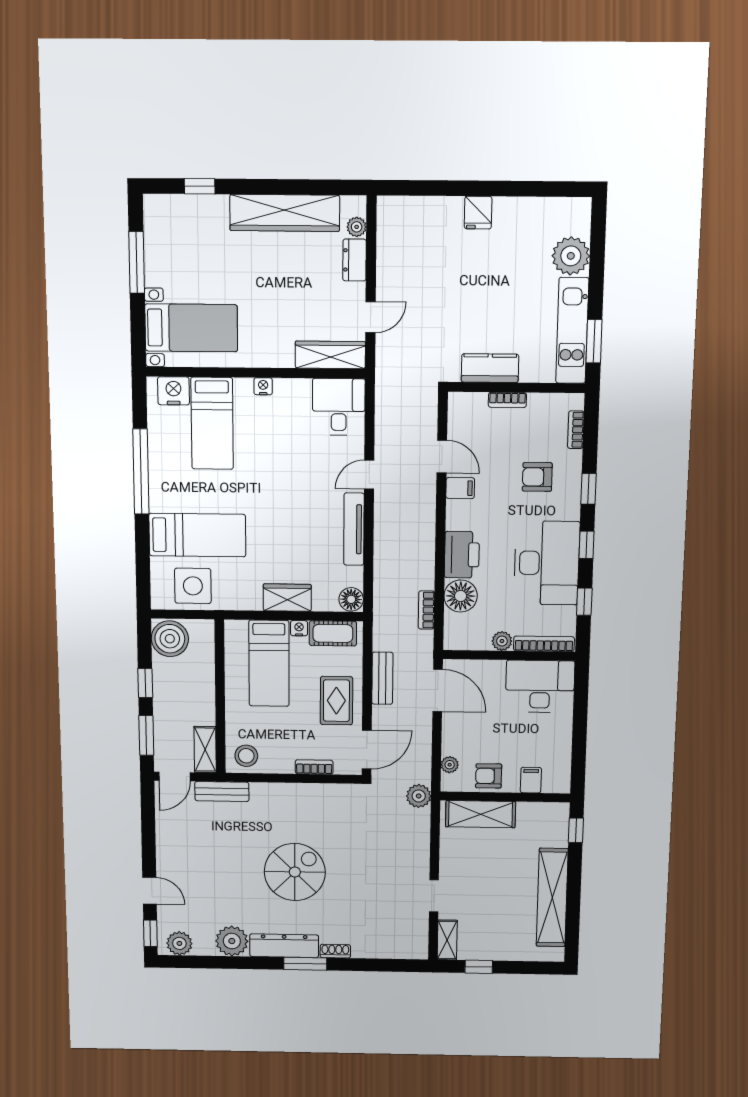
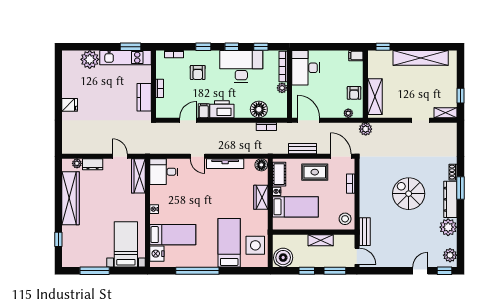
printer: (462, 555) -> (222, 109), moved
door: (438, 690) -> (309, 120), hinge flipped
shelving: (205, 749) -> (321, 240), moved
filing cabinet: (531, 780) -> (356, 56), moved

